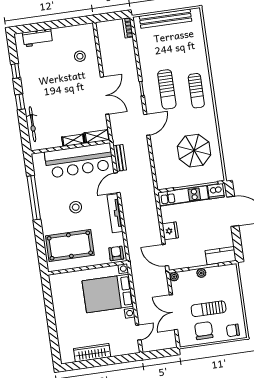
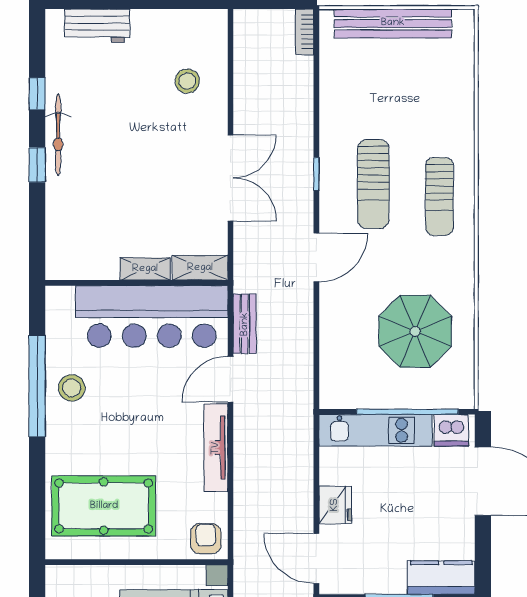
bicycle: (32, 124) -> (58, 134), moved
stool: (76, 207) -> (72, 388), moved

